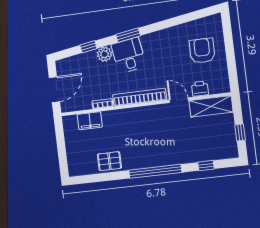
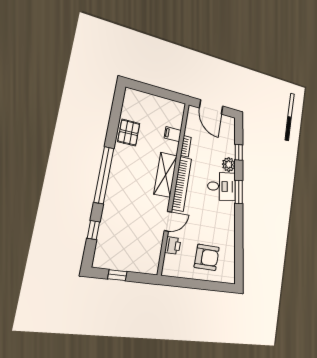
shelving: (211, 106) -> (166, 175), moved
filing cabinet: (90, 121) -> (173, 134), width x0.50

